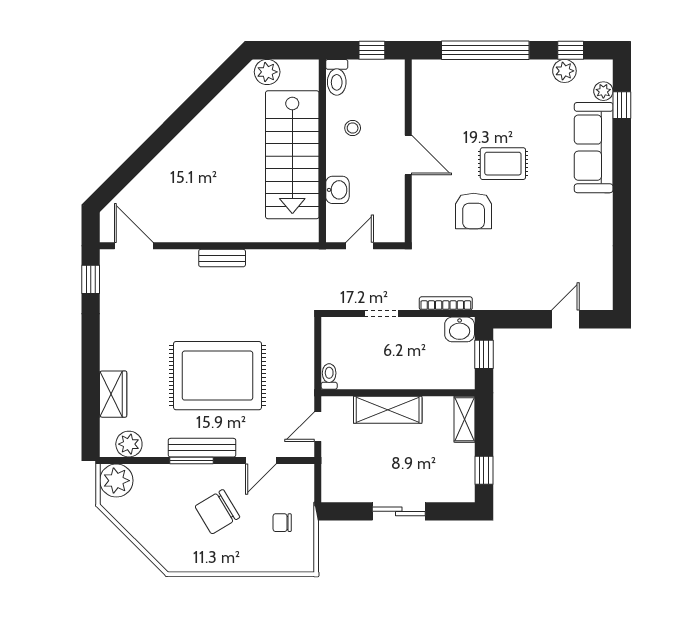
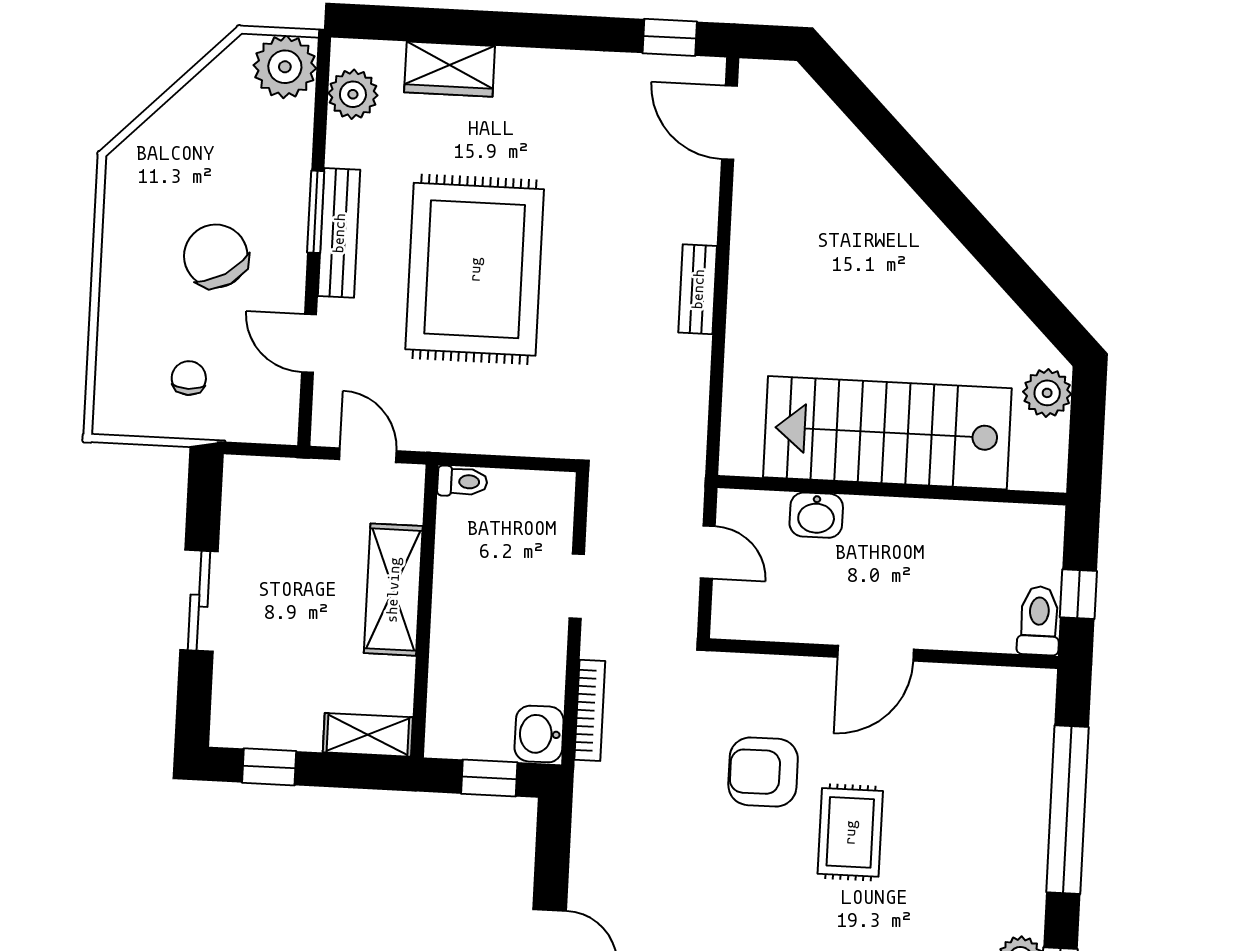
toilet: (337, 77) -> (1039, 621), moved, turned 90
stool: (353, 128) -> (932, 550), removed
door: (134, 246) -> (730, 123), swing flipped

